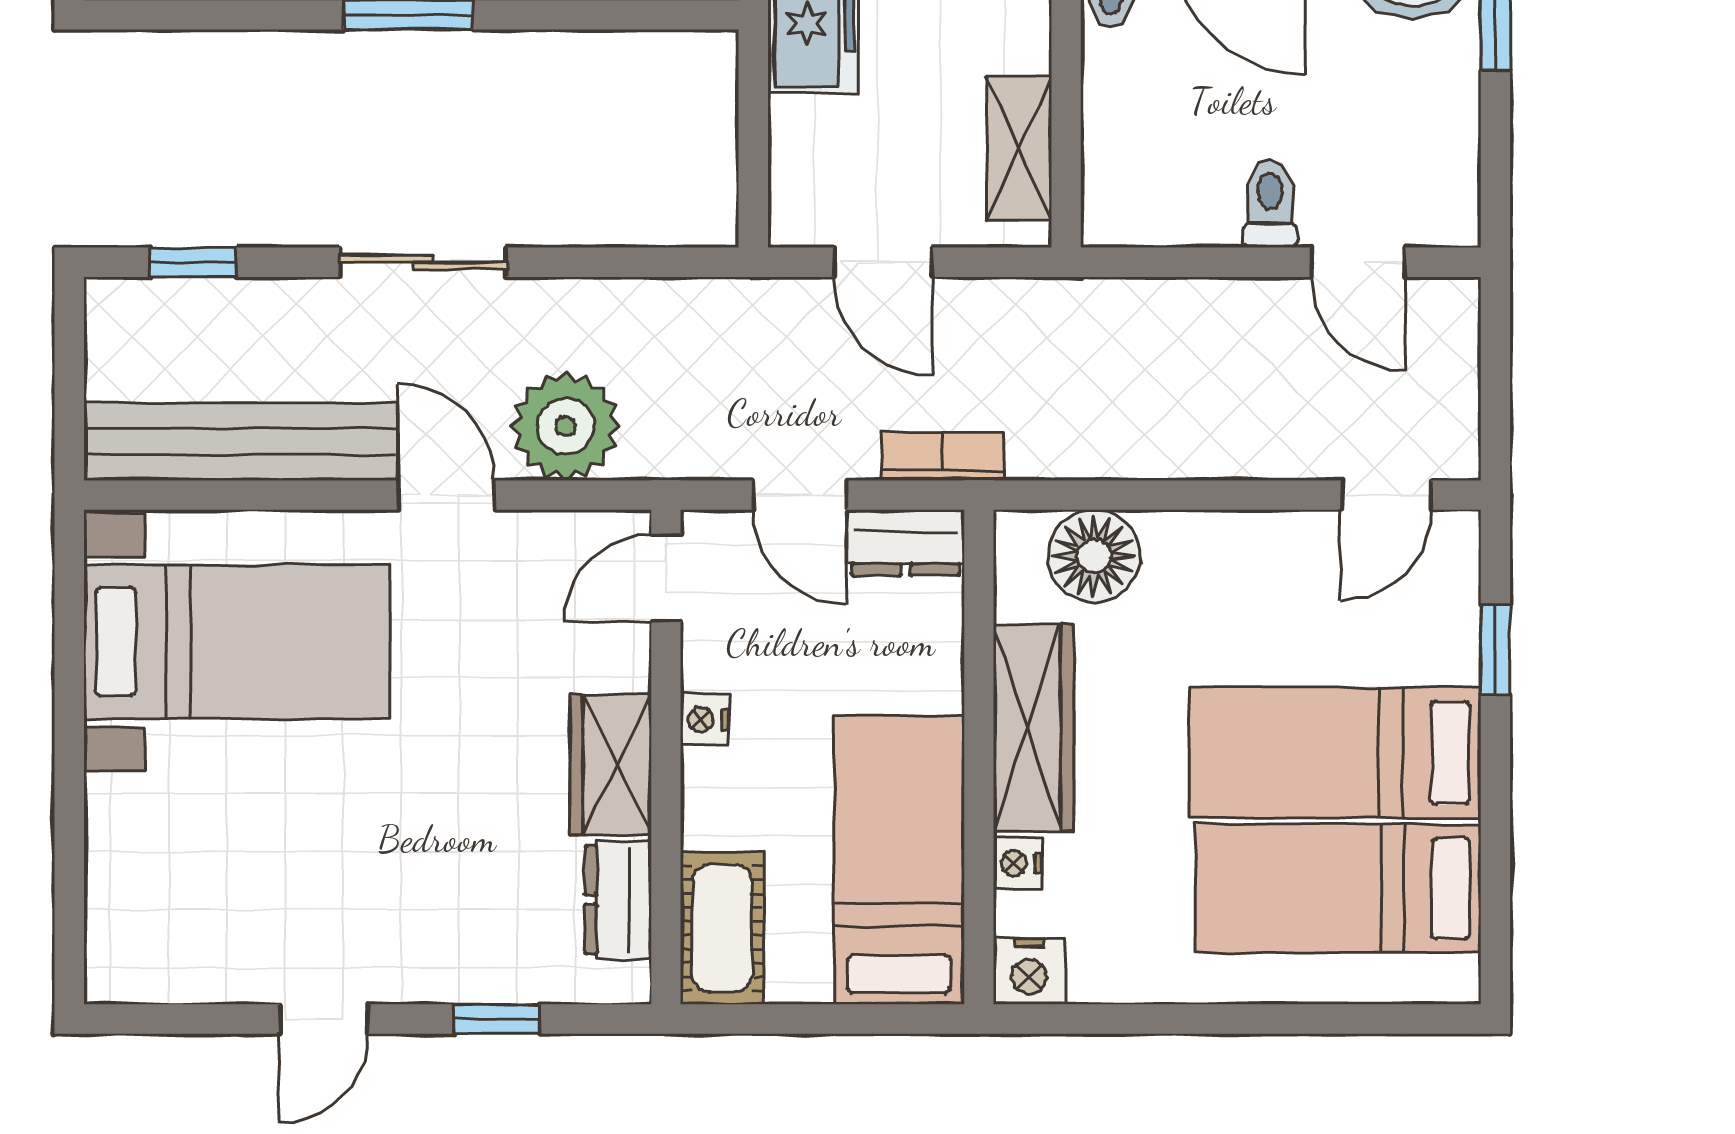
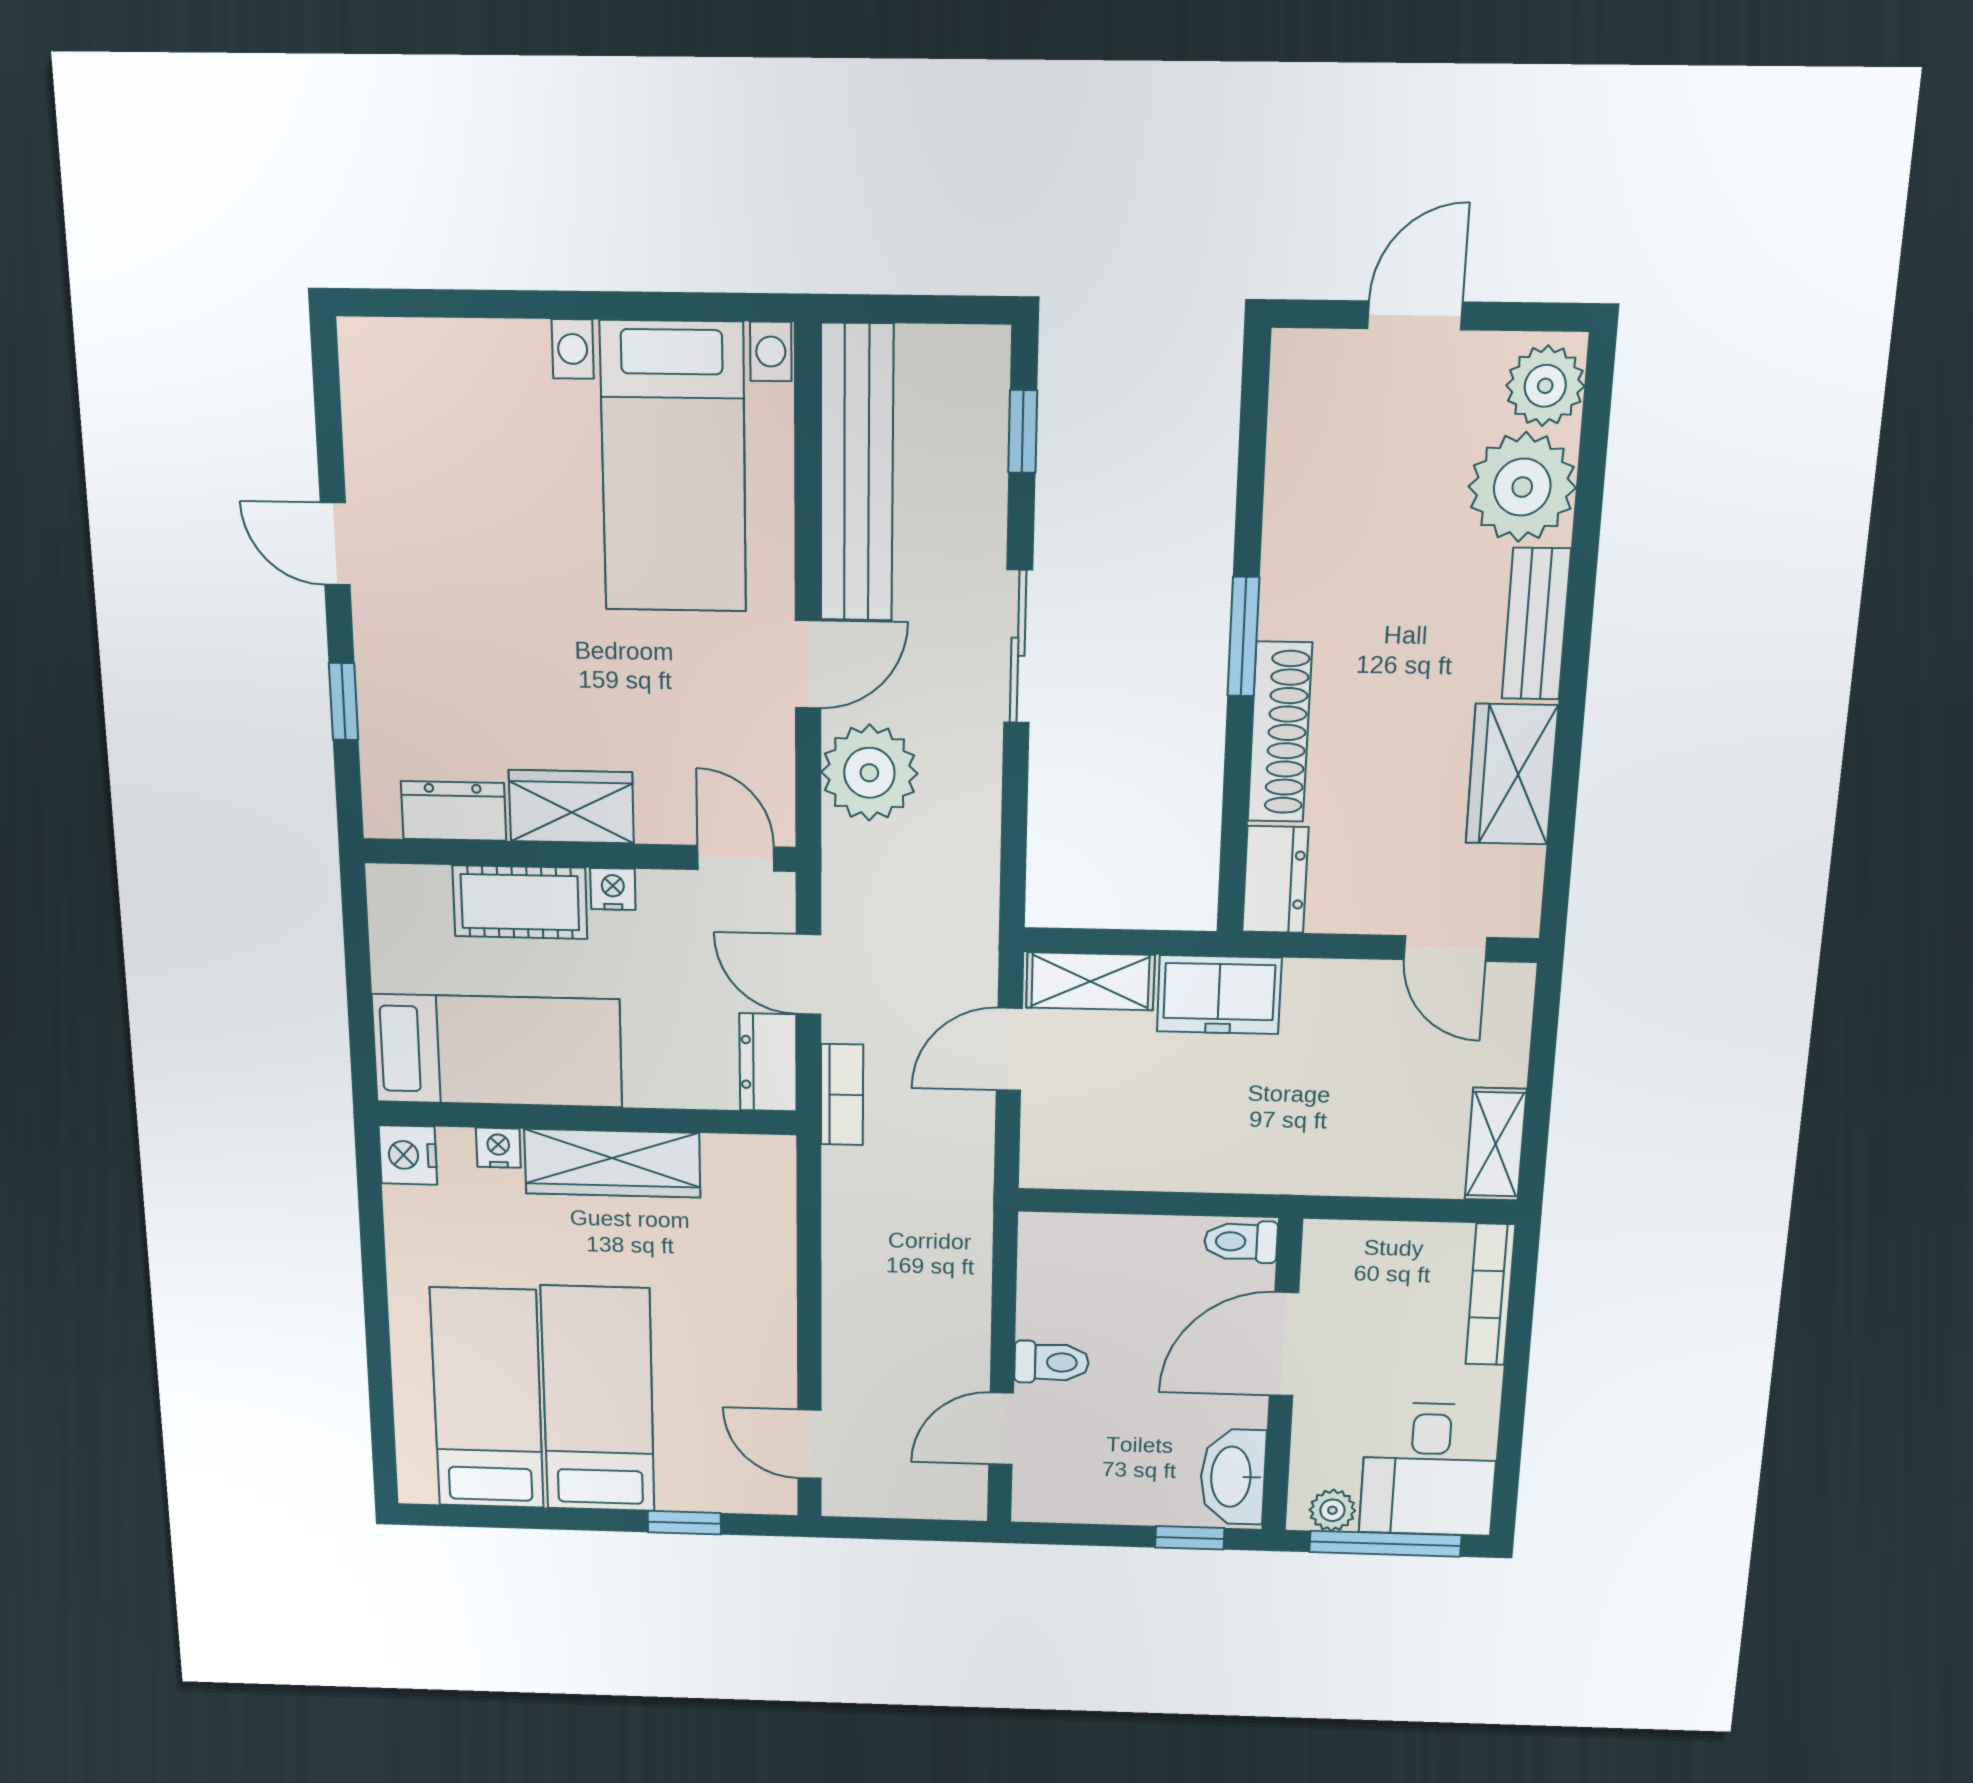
shelving: (1019, 148) -> (1090, 981), moved
door: (800, 495) -> (809, 974), hinge flipped
floor lamp: (1094, 556) -> (758, 1216), removed
cot: (722, 928) -> (520, 902), moved

